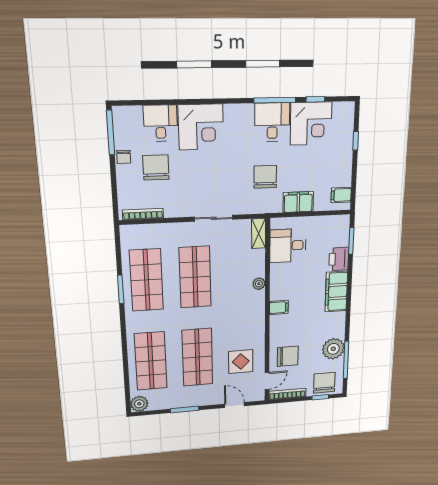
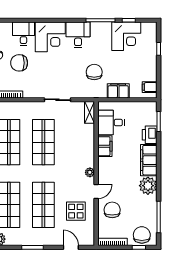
desk: (272, 122) -> (78, 35), moved
chair: (156, 167) -> (19, 63), turned -90
plant: (259, 284) -> (90, 172), moved
filing cabinet: (279, 308) -> (105, 146), moved, width x2.00
plant: (333, 349) -> (148, 186), moved
chair: (288, 356) -> (112, 210), turned -90
door: (267, 381) -> (96, 191), moved

